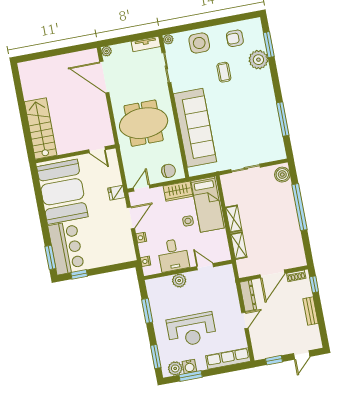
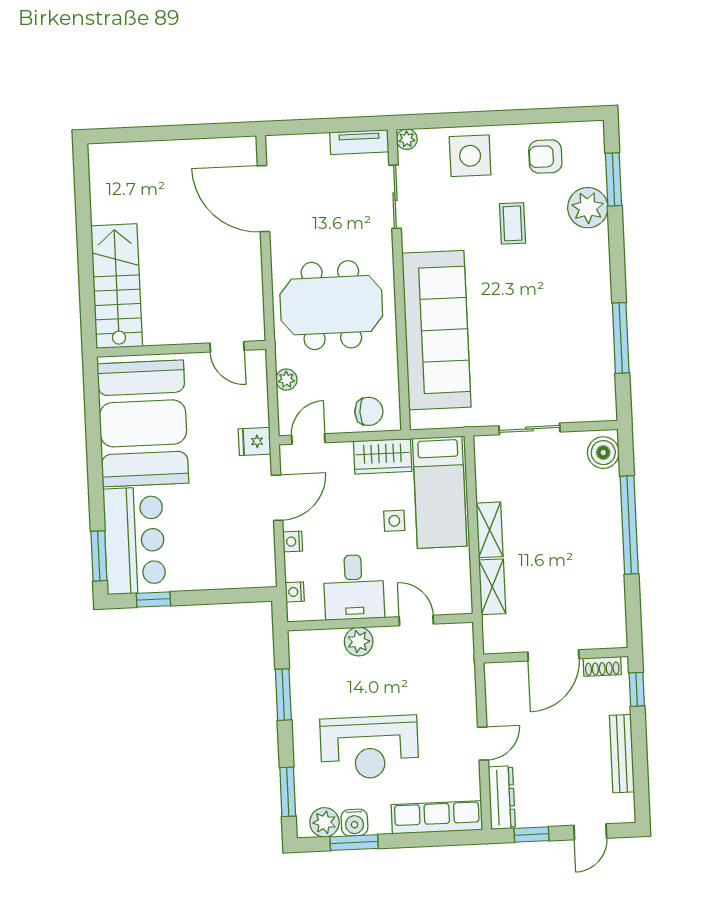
plant: (107, 51) -> (286, 380), moved
dresser: (248, 296) -> (502, 798), moved
bench: (310, 311) -> (622, 754), width x1.36

